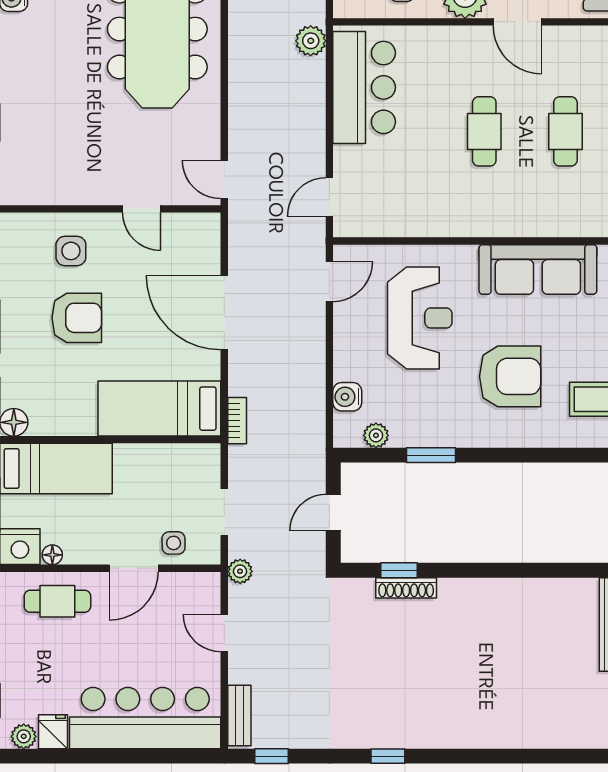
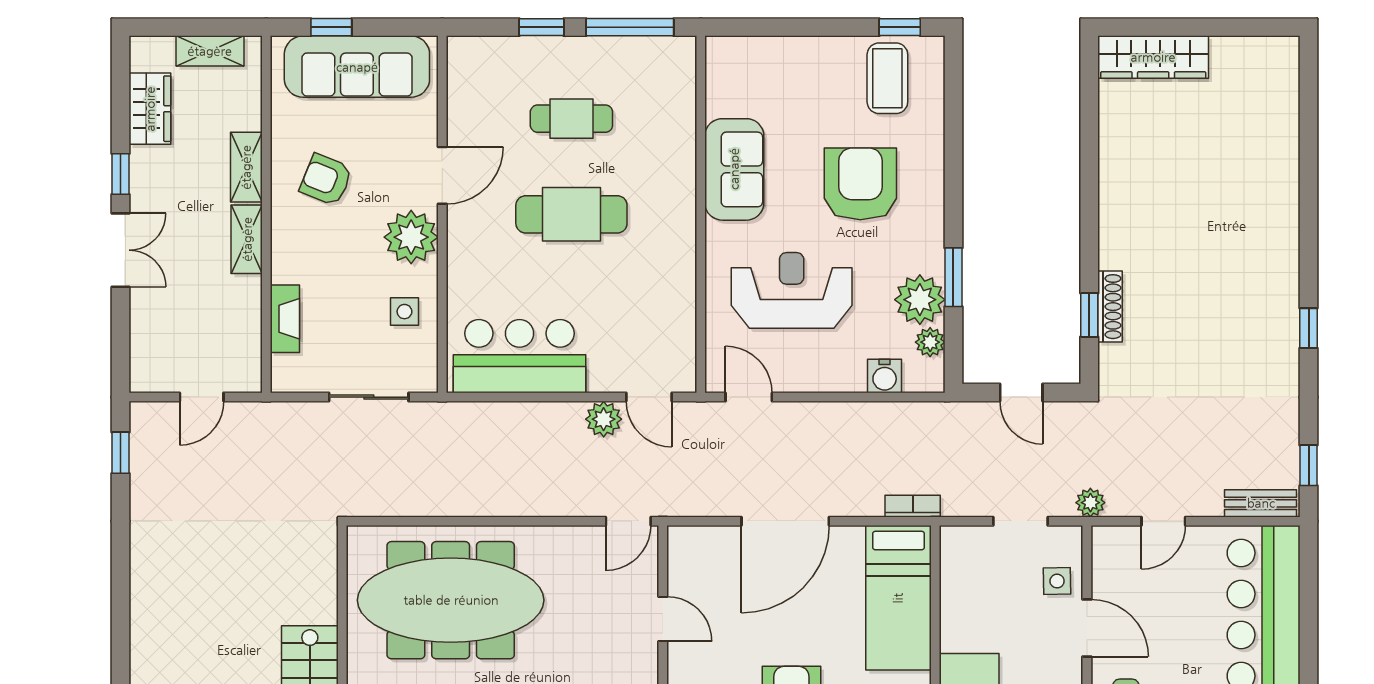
plant: (311, 41) -> (604, 419), moved
cafe table: (484, 131) -> (571, 214), width x1.37, depth x1.35
door: (141, 209) -> (663, 619), hinge flipped
sofa: (538, 269) -> (734, 169), width x0.73
plant: (412, 427) -> (920, 300), added

